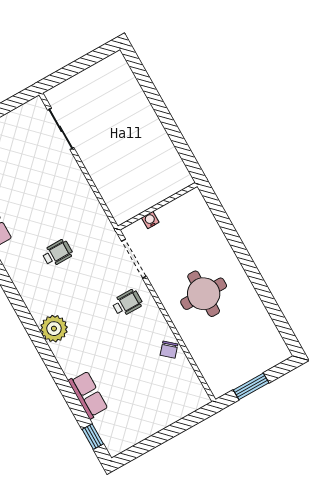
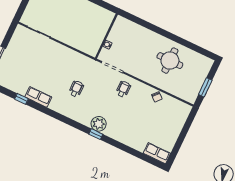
round table: (204, 294) -> (170, 61), moved
row of seats: (88, 395) -> (157, 153), moved
window: (93, 437) -> (96, 134), moved

